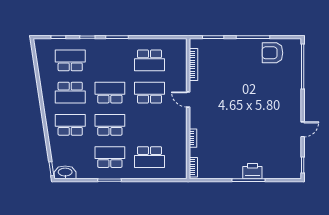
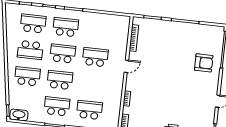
armchair: (272, 53) -> (204, 63), moved, turned 180
school desk: (149, 60) -> (66, 27), moved, turned 180
door: (188, 99) -> (126, 66), swing flipped
school desk: (149, 157) -> (89, 110), turned 180

